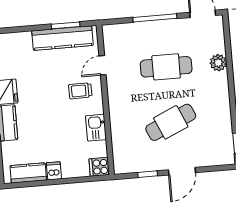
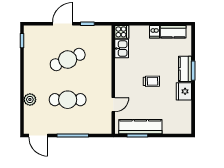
trolley: (80, 91) -> (151, 81), moved
kitchen sink: (96, 128) -> (122, 49), moved

